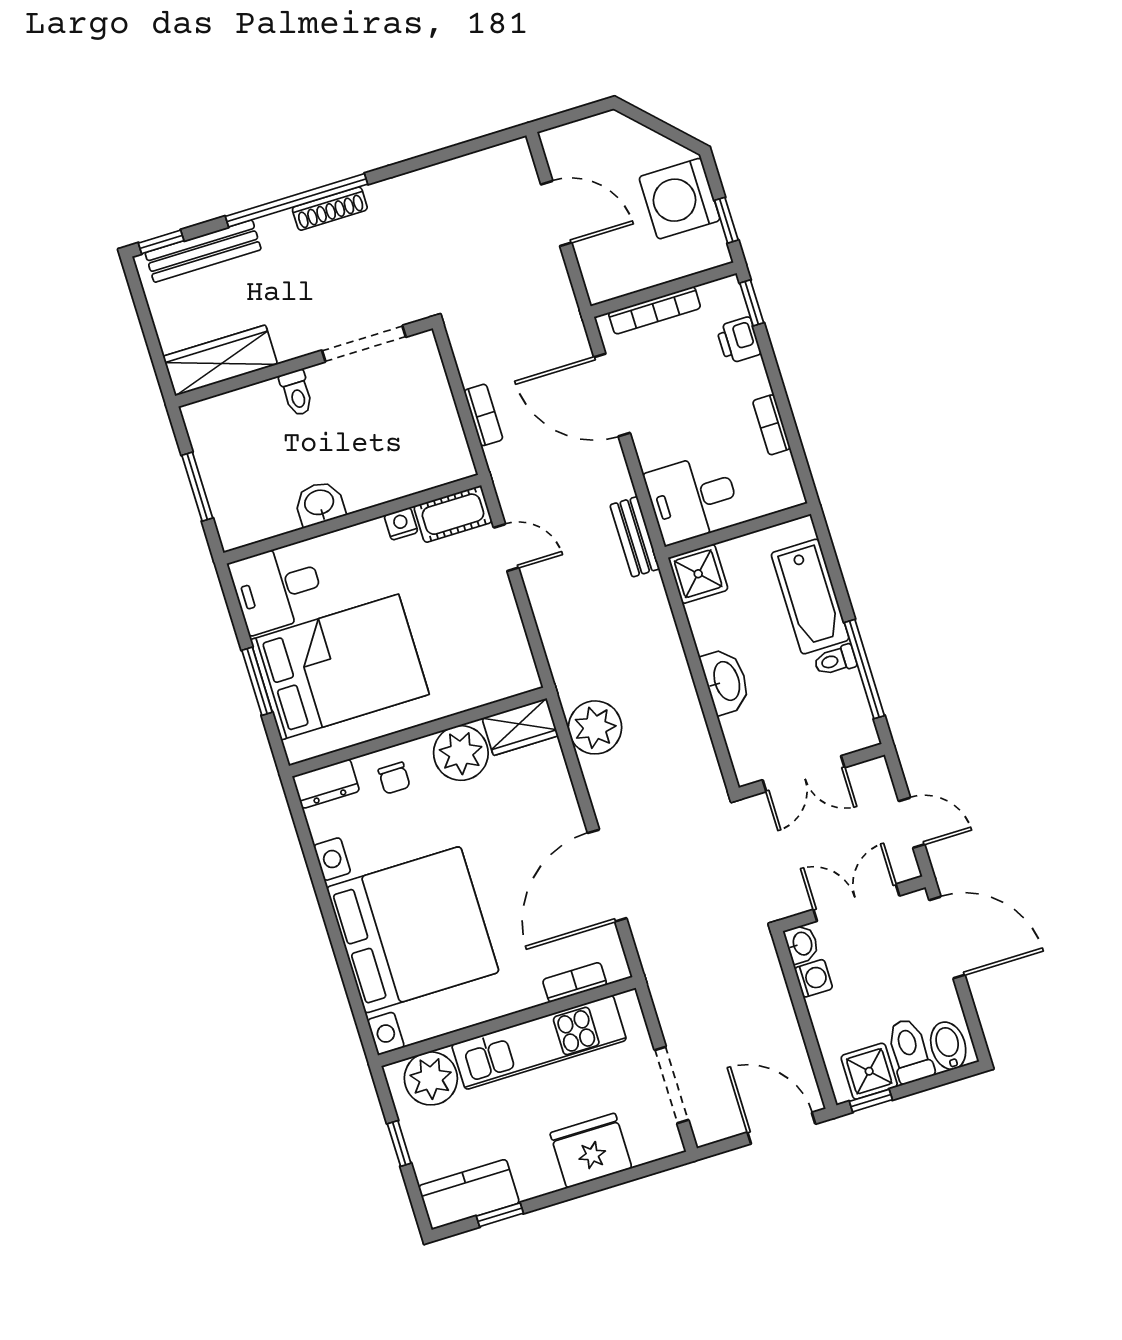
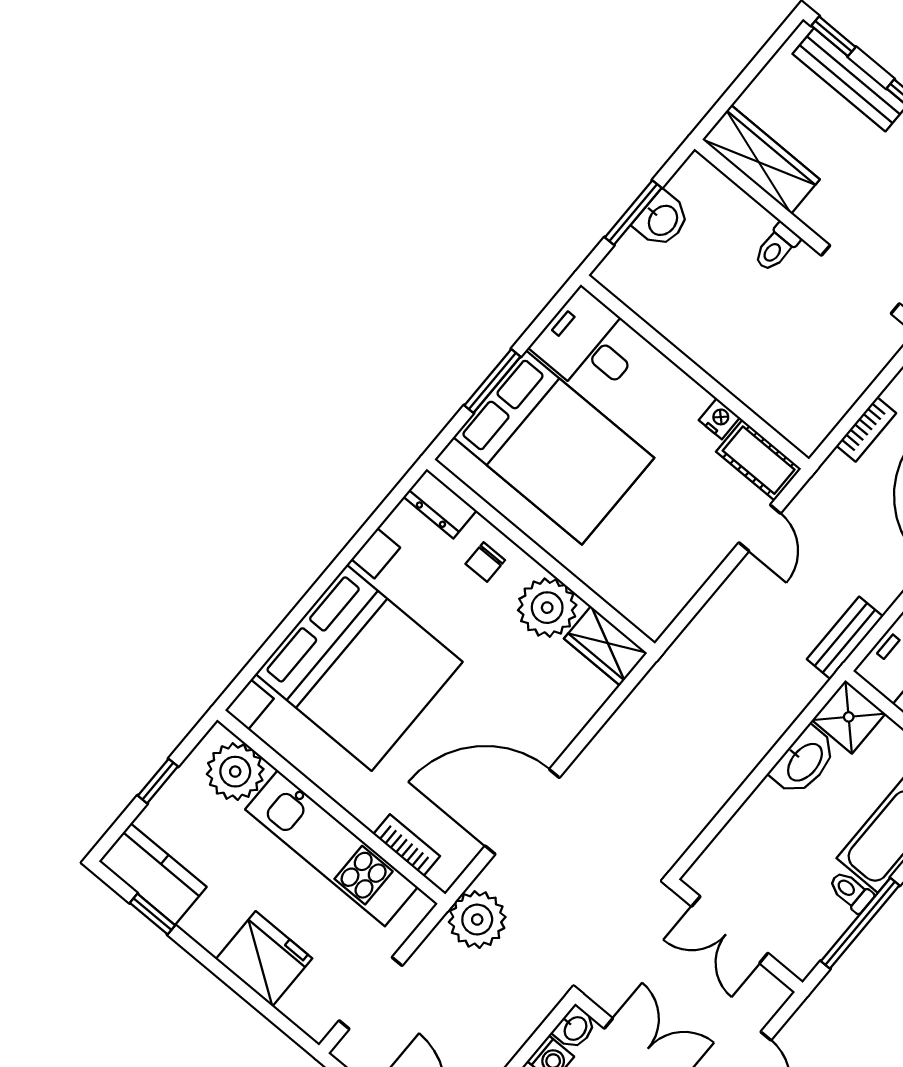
washbasin: (319, 503) -> (662, 220), moved, turned 90
washbasin: (726, 681) -> (804, 761), moved
plant: (595, 727) -> (477, 920), moved

